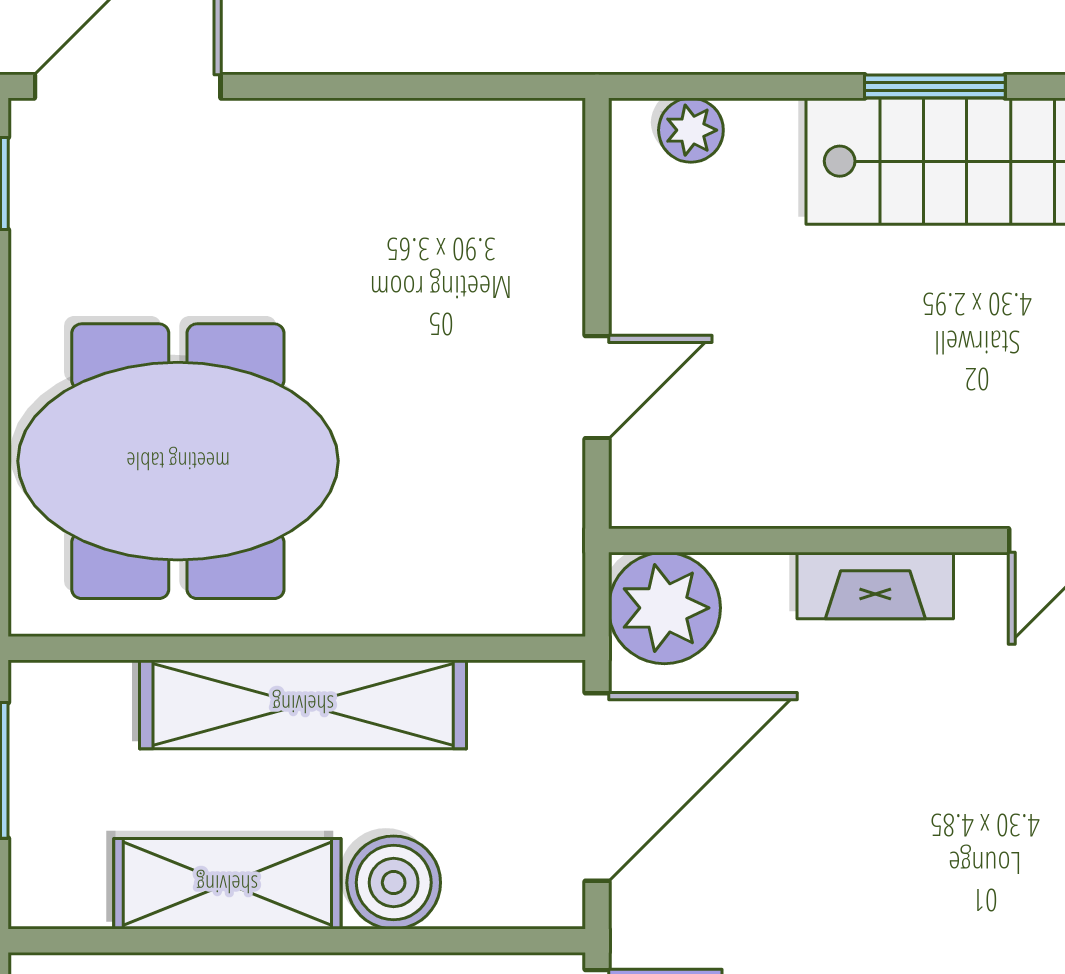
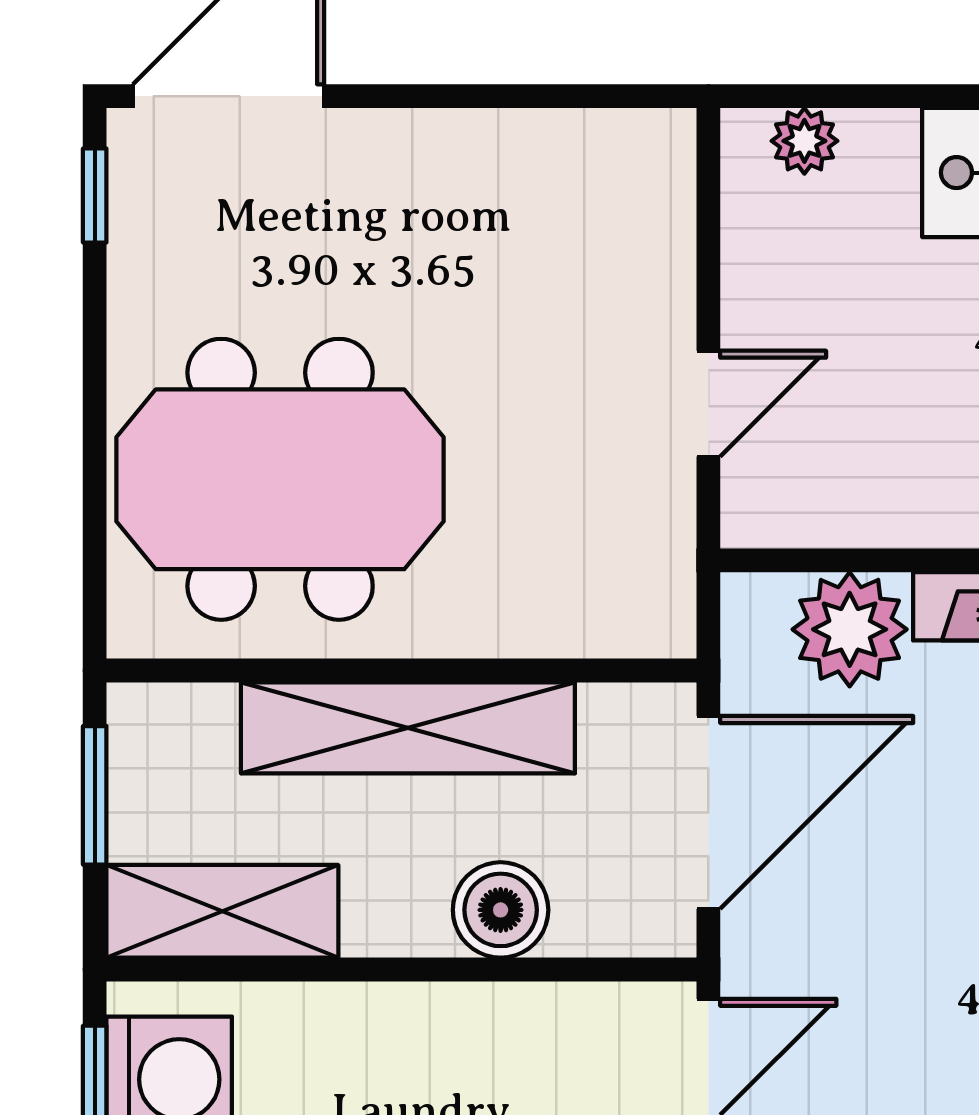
plant: (664, 608) -> (850, 629), moved
shelving: (227, 884) -> (222, 911), moved

